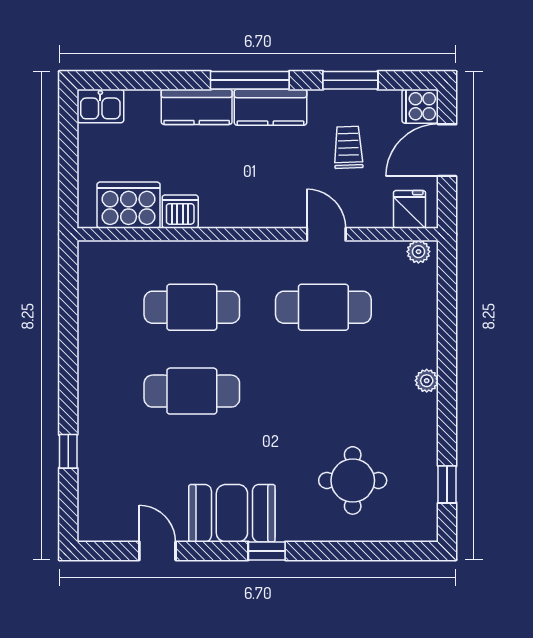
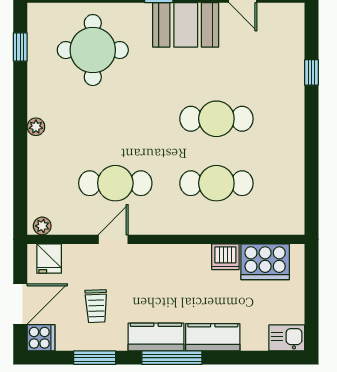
door: (326, 234) -> (113, 239), swing flipped
round table: (353, 480) -> (93, 50), width x1.36, depth x1.36

